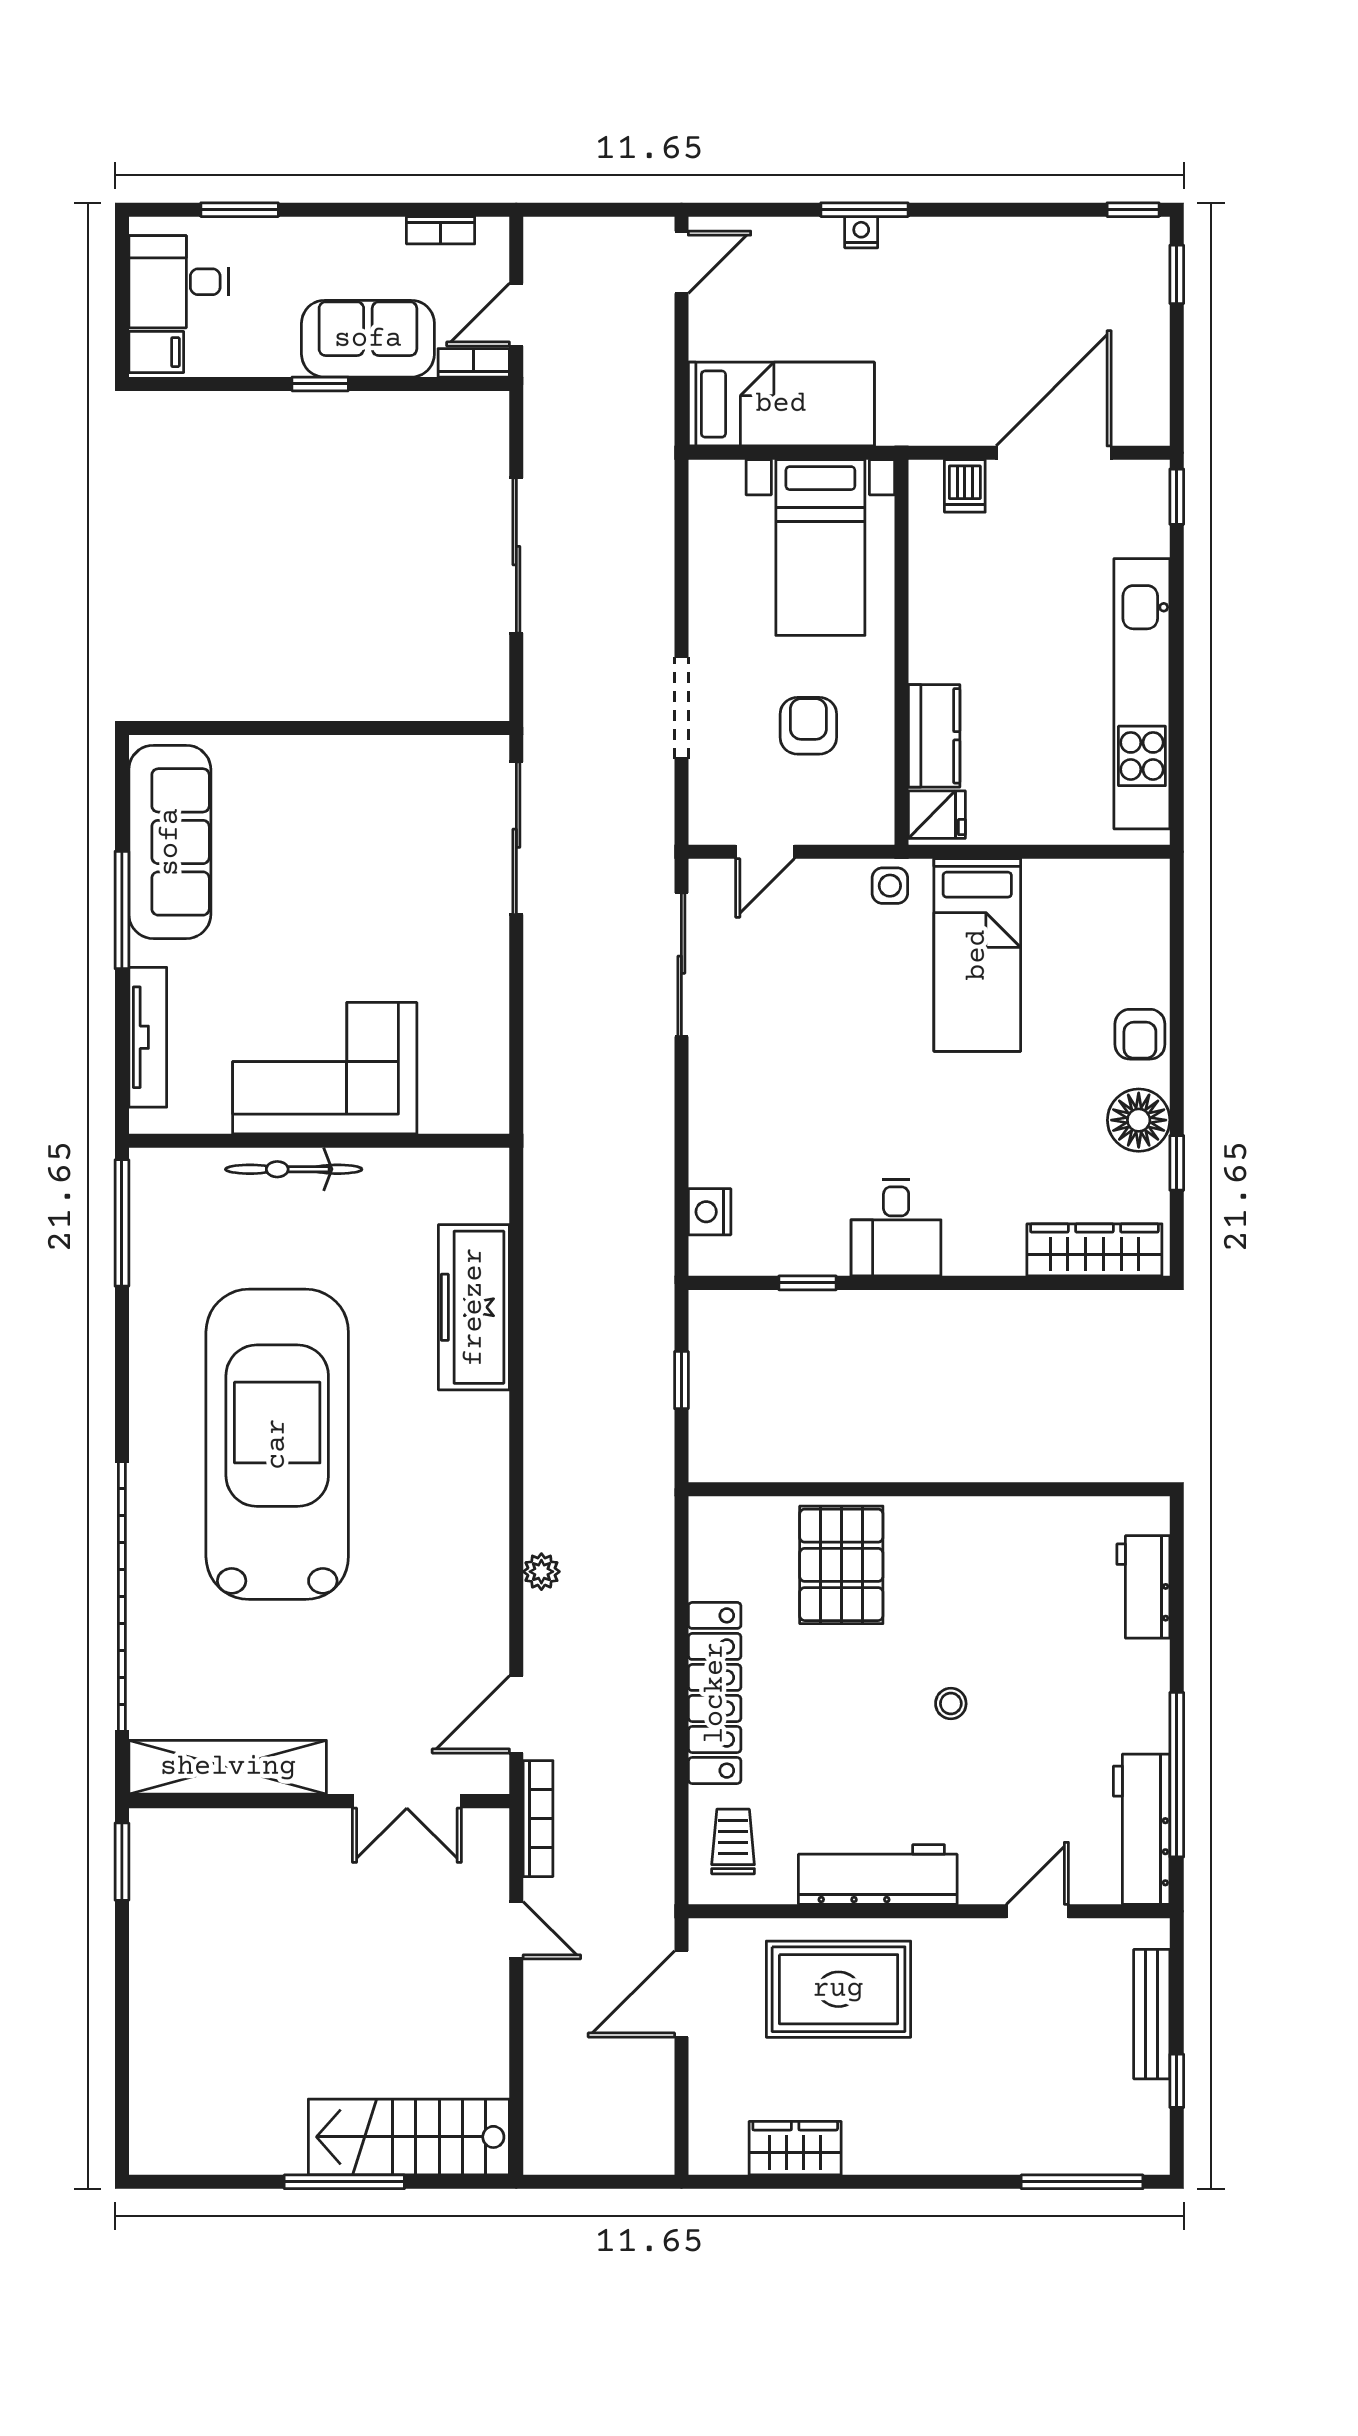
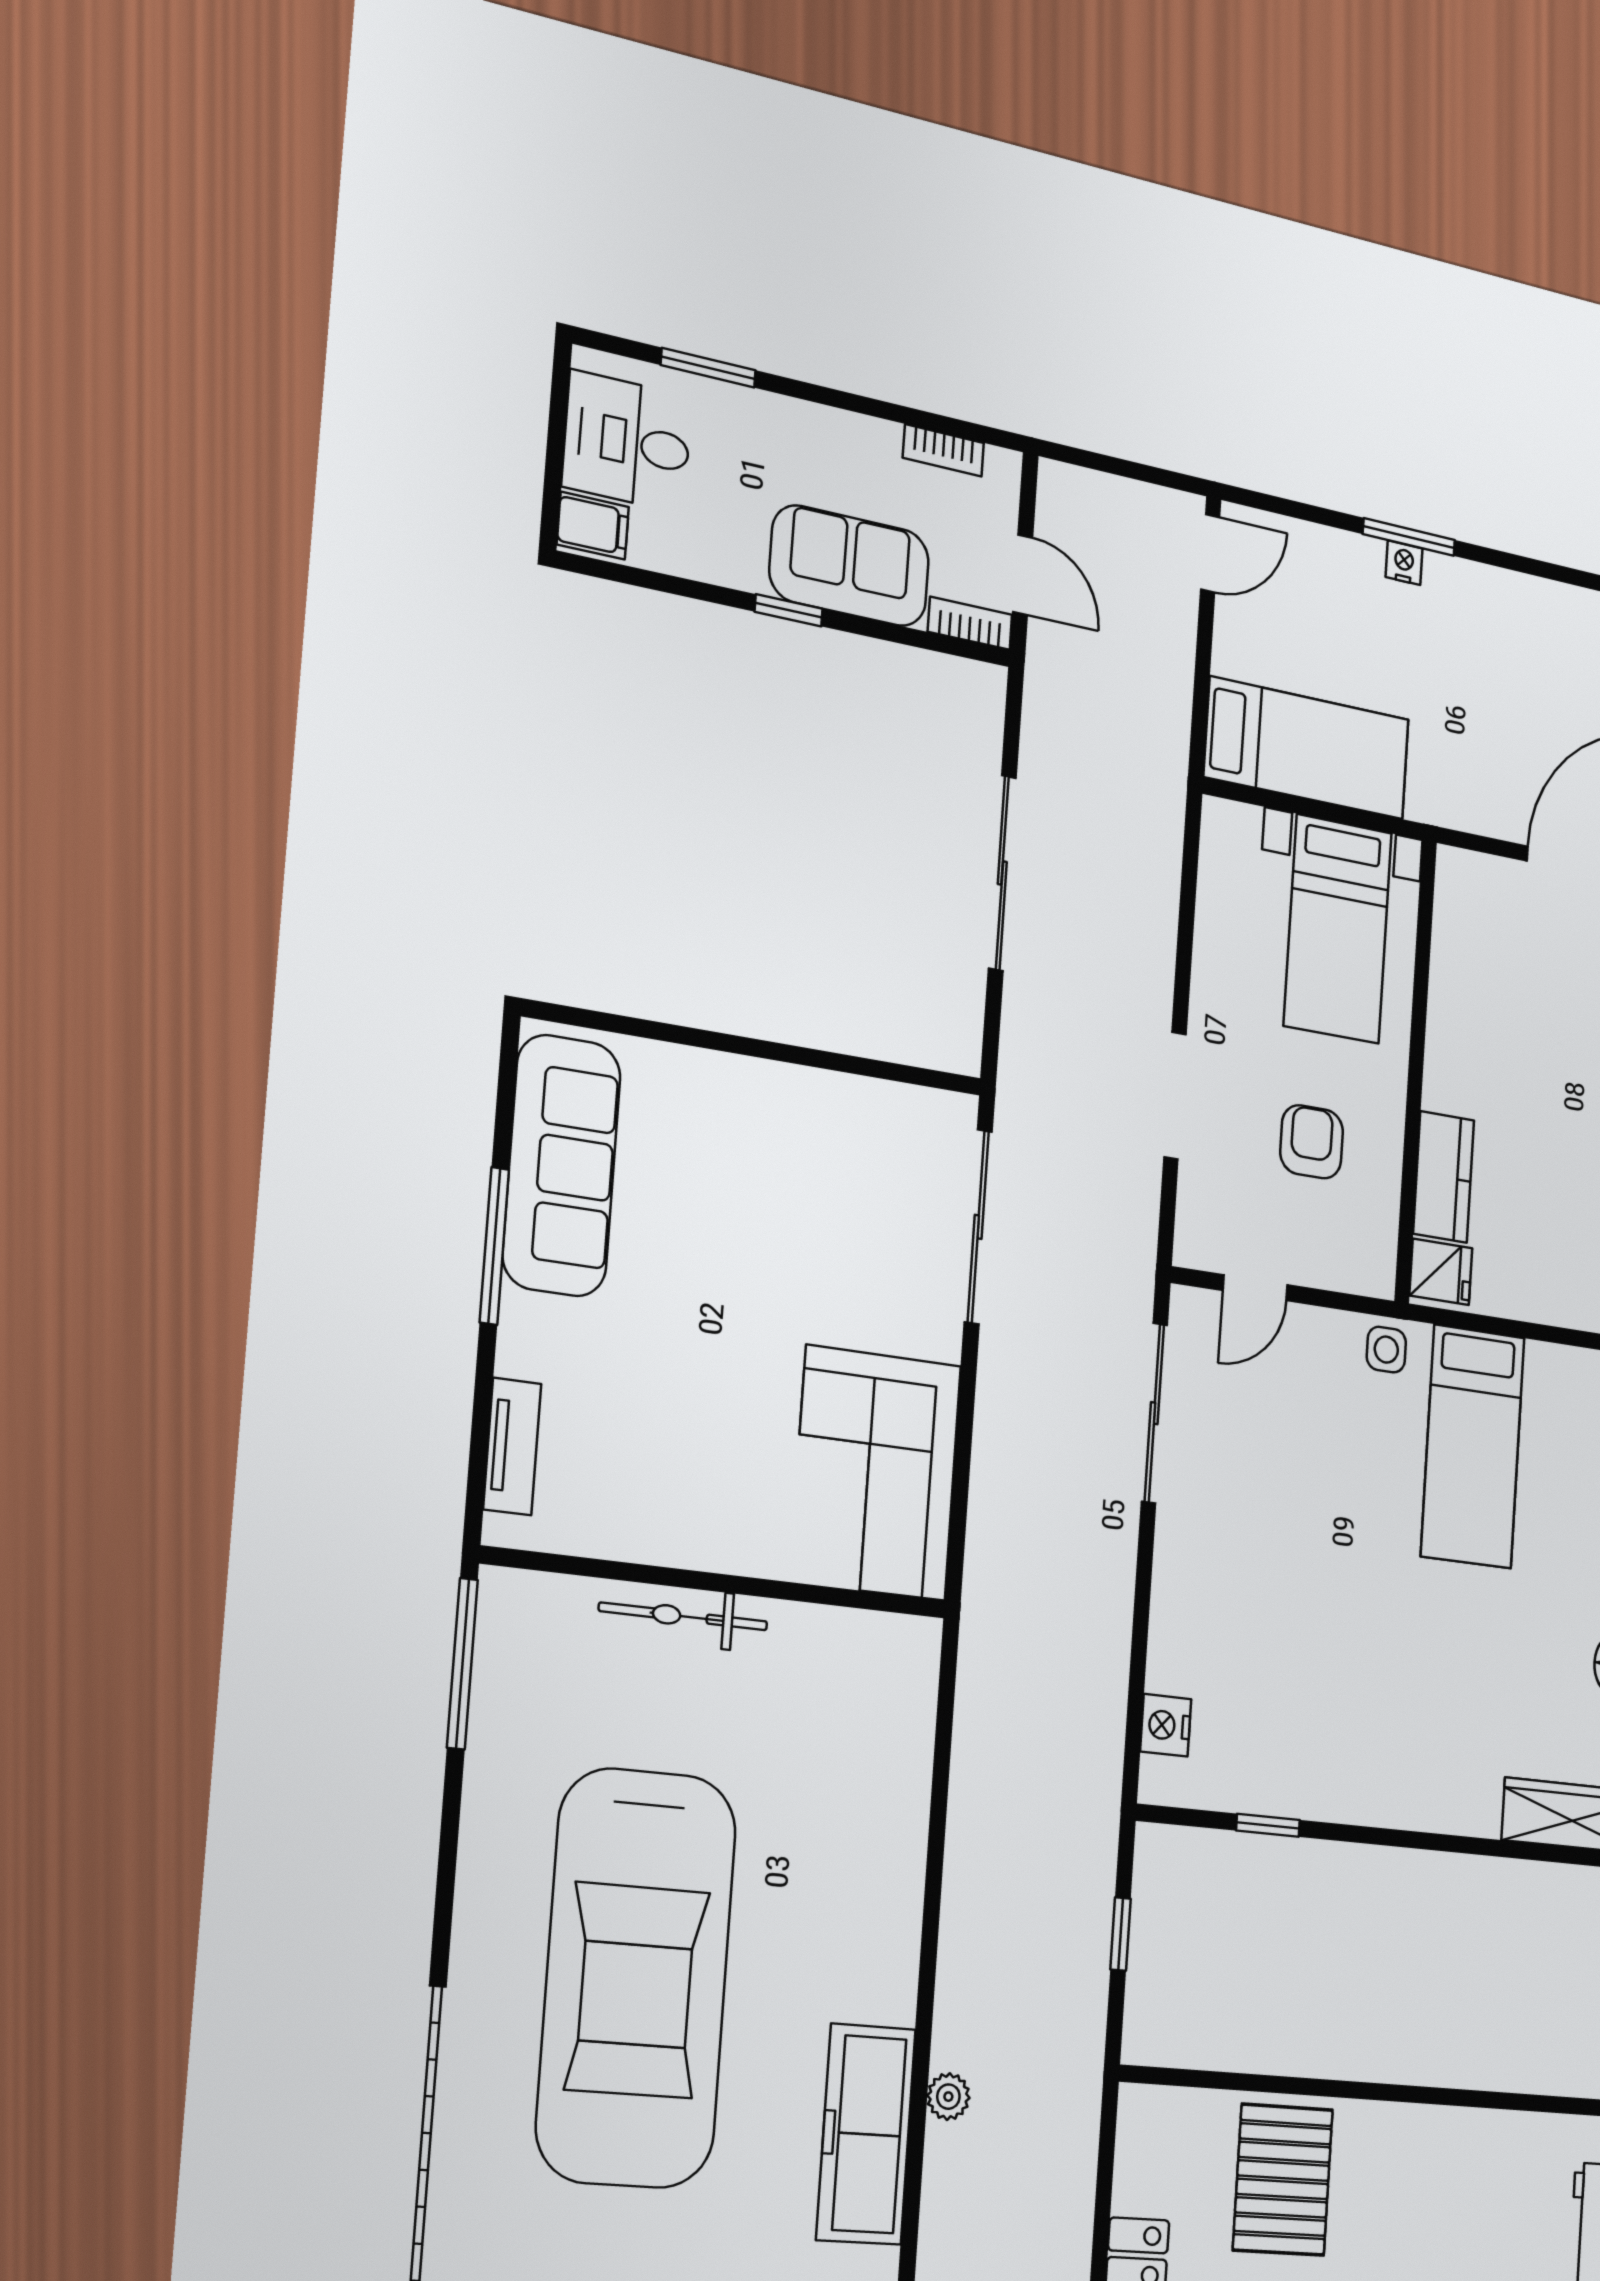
door: (516, 315) -> (1023, 575), swing flipped
dishwasher: (965, 486) -> (1493, 886), removed
tv unit: (148, 1037) -> (512, 1446), width x0.71
corner sofa: (325, 1068) -> (876, 1473), moved, turned -90
desk: (896, 1228) -> (1367, 1767), removed
freezer: (474, 1307) -> (866, 2134), moved
car: (277, 1444) -> (637, 1978), turned 180
plant: (541, 1572) -> (948, 2097), moved

